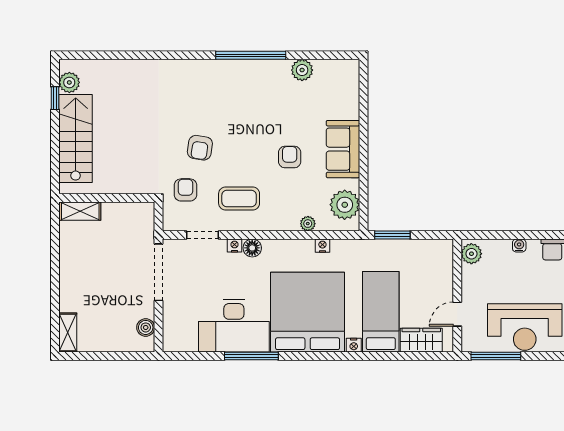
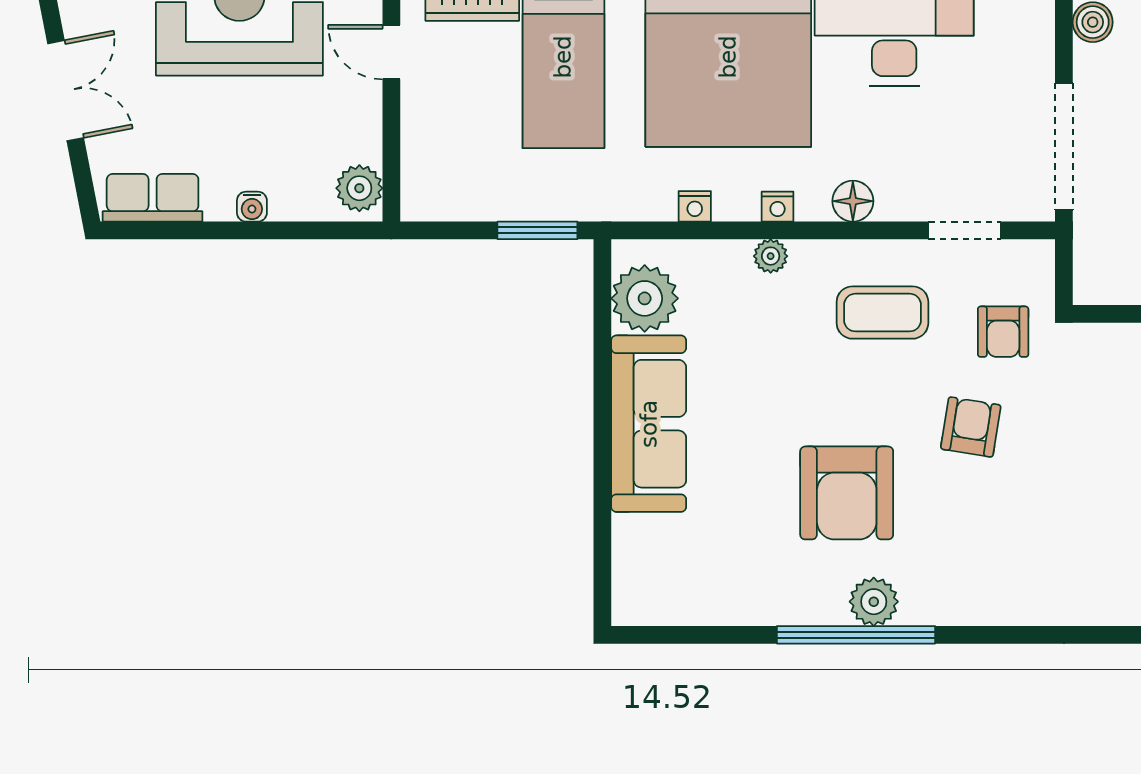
plant: (302, 70) -> (874, 602), moved
sofa: (343, 149) -> (649, 424), width x1.36
armchair: (290, 157) -> (847, 493), moved, width x1.88, depth x1.88
plant: (308, 224) -> (771, 256), moved
nightstand: (235, 246) -> (778, 207), moved
door: (457, 314) -> (391, 52), swing flipped

